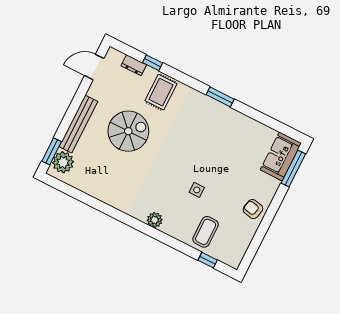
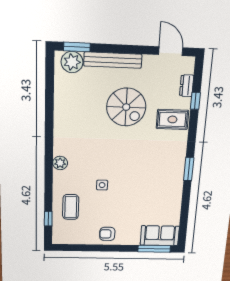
armchair: (253, 209) -> (107, 234), turned -102
coffee table: (206, 232) -> (71, 207), turned 90

